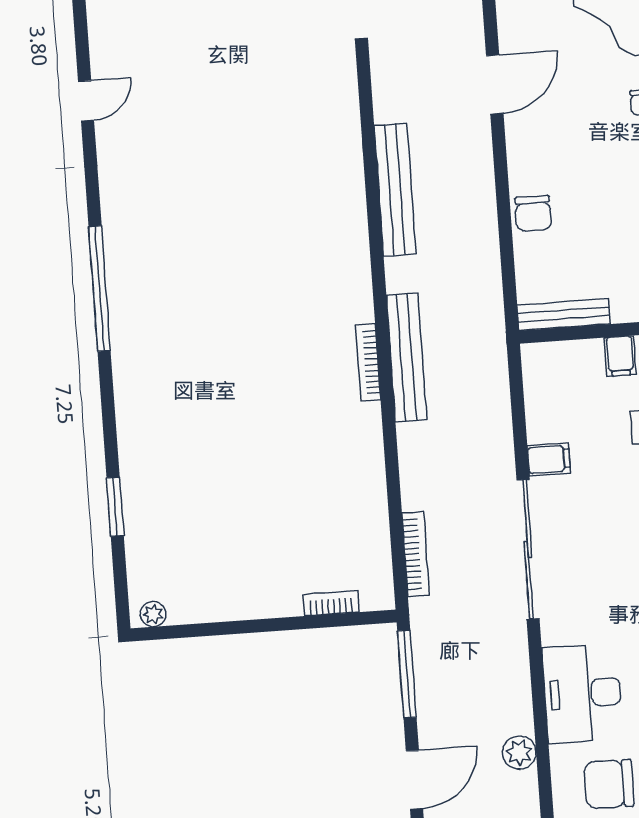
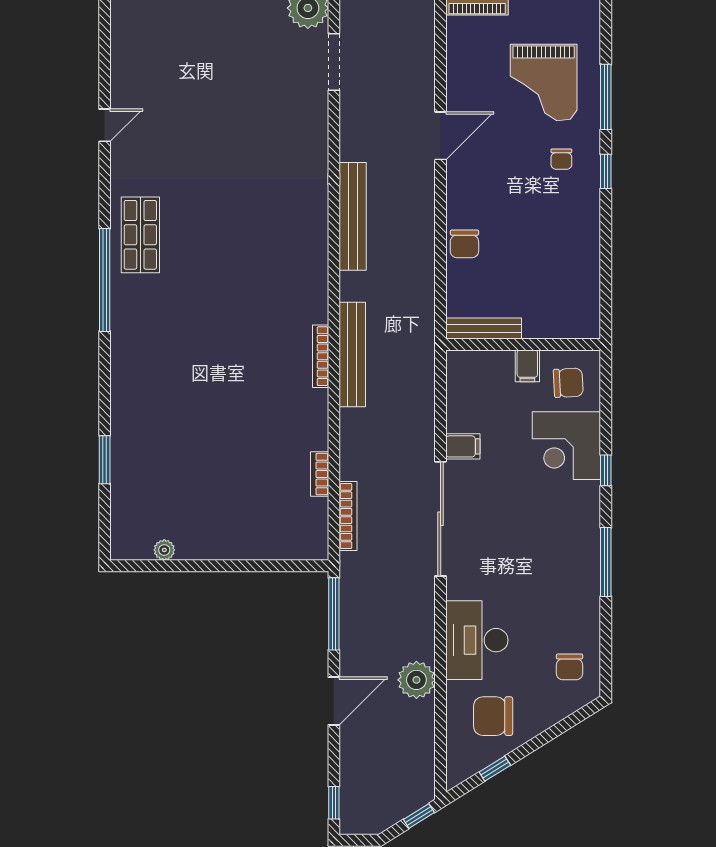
shop shelf: (139, 231) -> (140, 235), added
bookcase: (331, 603) -> (320, 474), moved, turned -90
plant: (153, 614) -> (164, 550), moved
plant: (519, 752) -> (416, 680), width x1.36, depth x1.36

